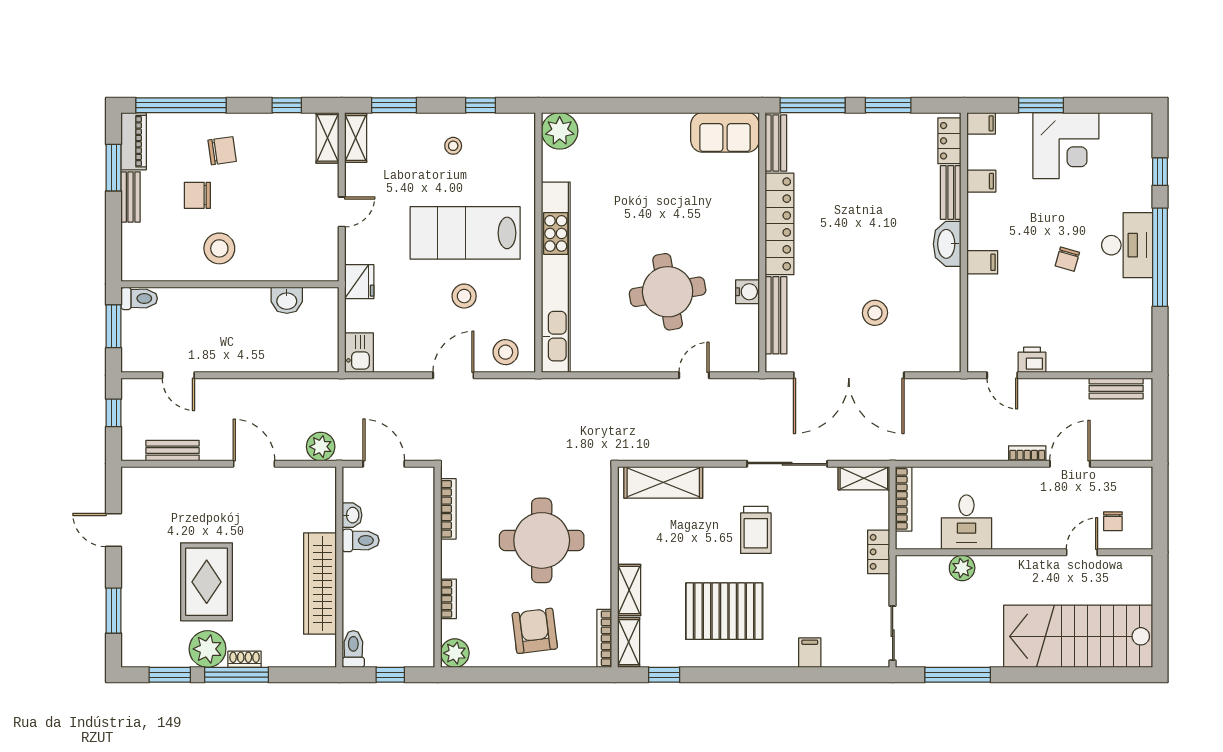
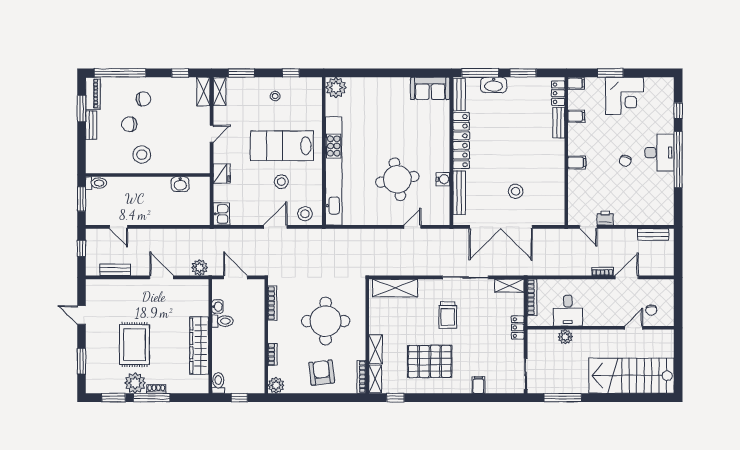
washbasin: (947, 244) -> (494, 85), moved, turned -90

